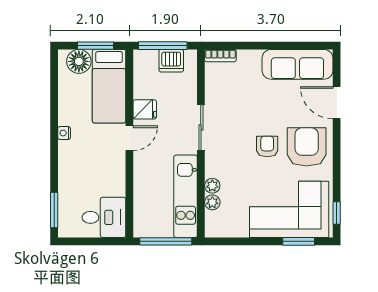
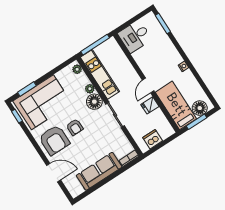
window: (163, 46) -> (162, 144), removed
sofa: (297, 64) -> (99, 171), moved
floor lamp: (218, 164) -> (94, 102), added
plant: (212, 202) -> (77, 69), moved

